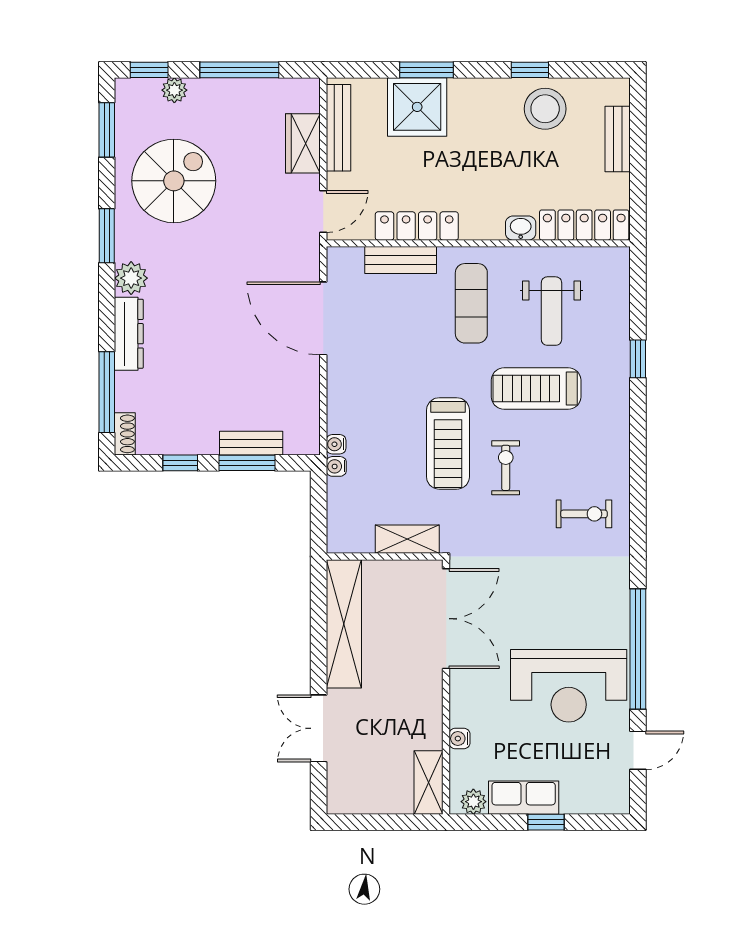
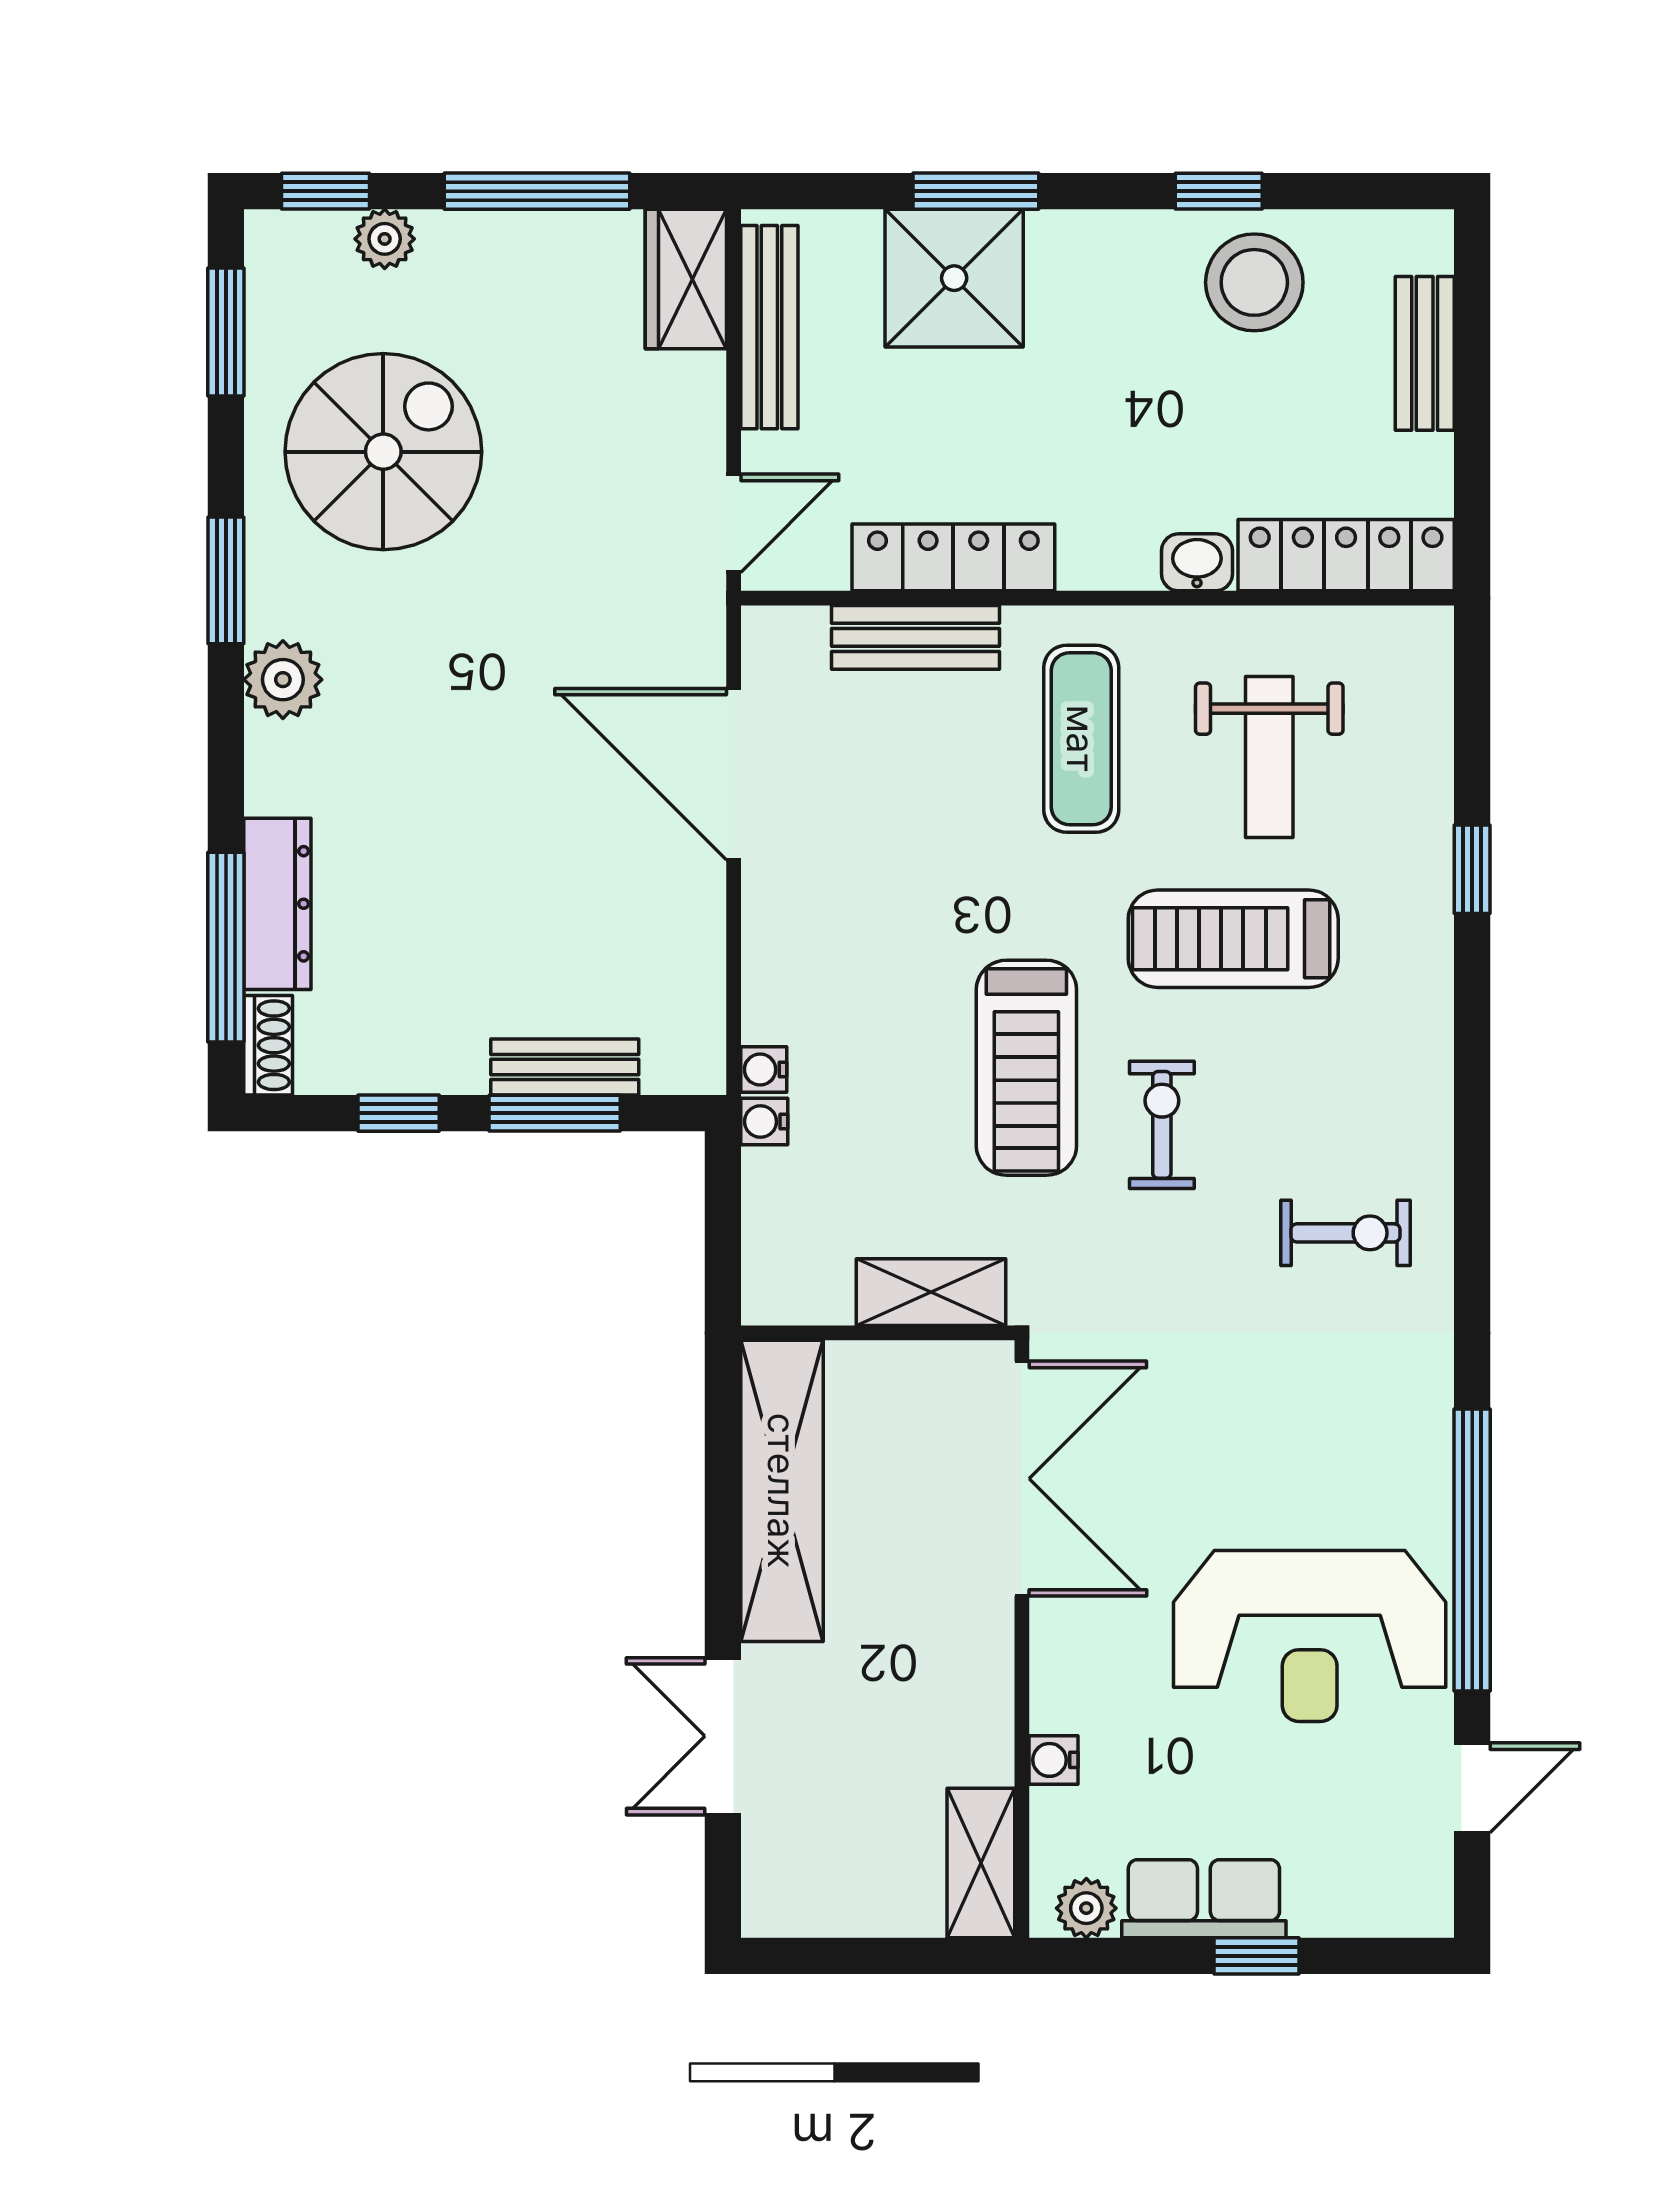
wardrobe: (303, 143) -> (686, 279), moved
dresser: (129, 334) -> (277, 904), moved

